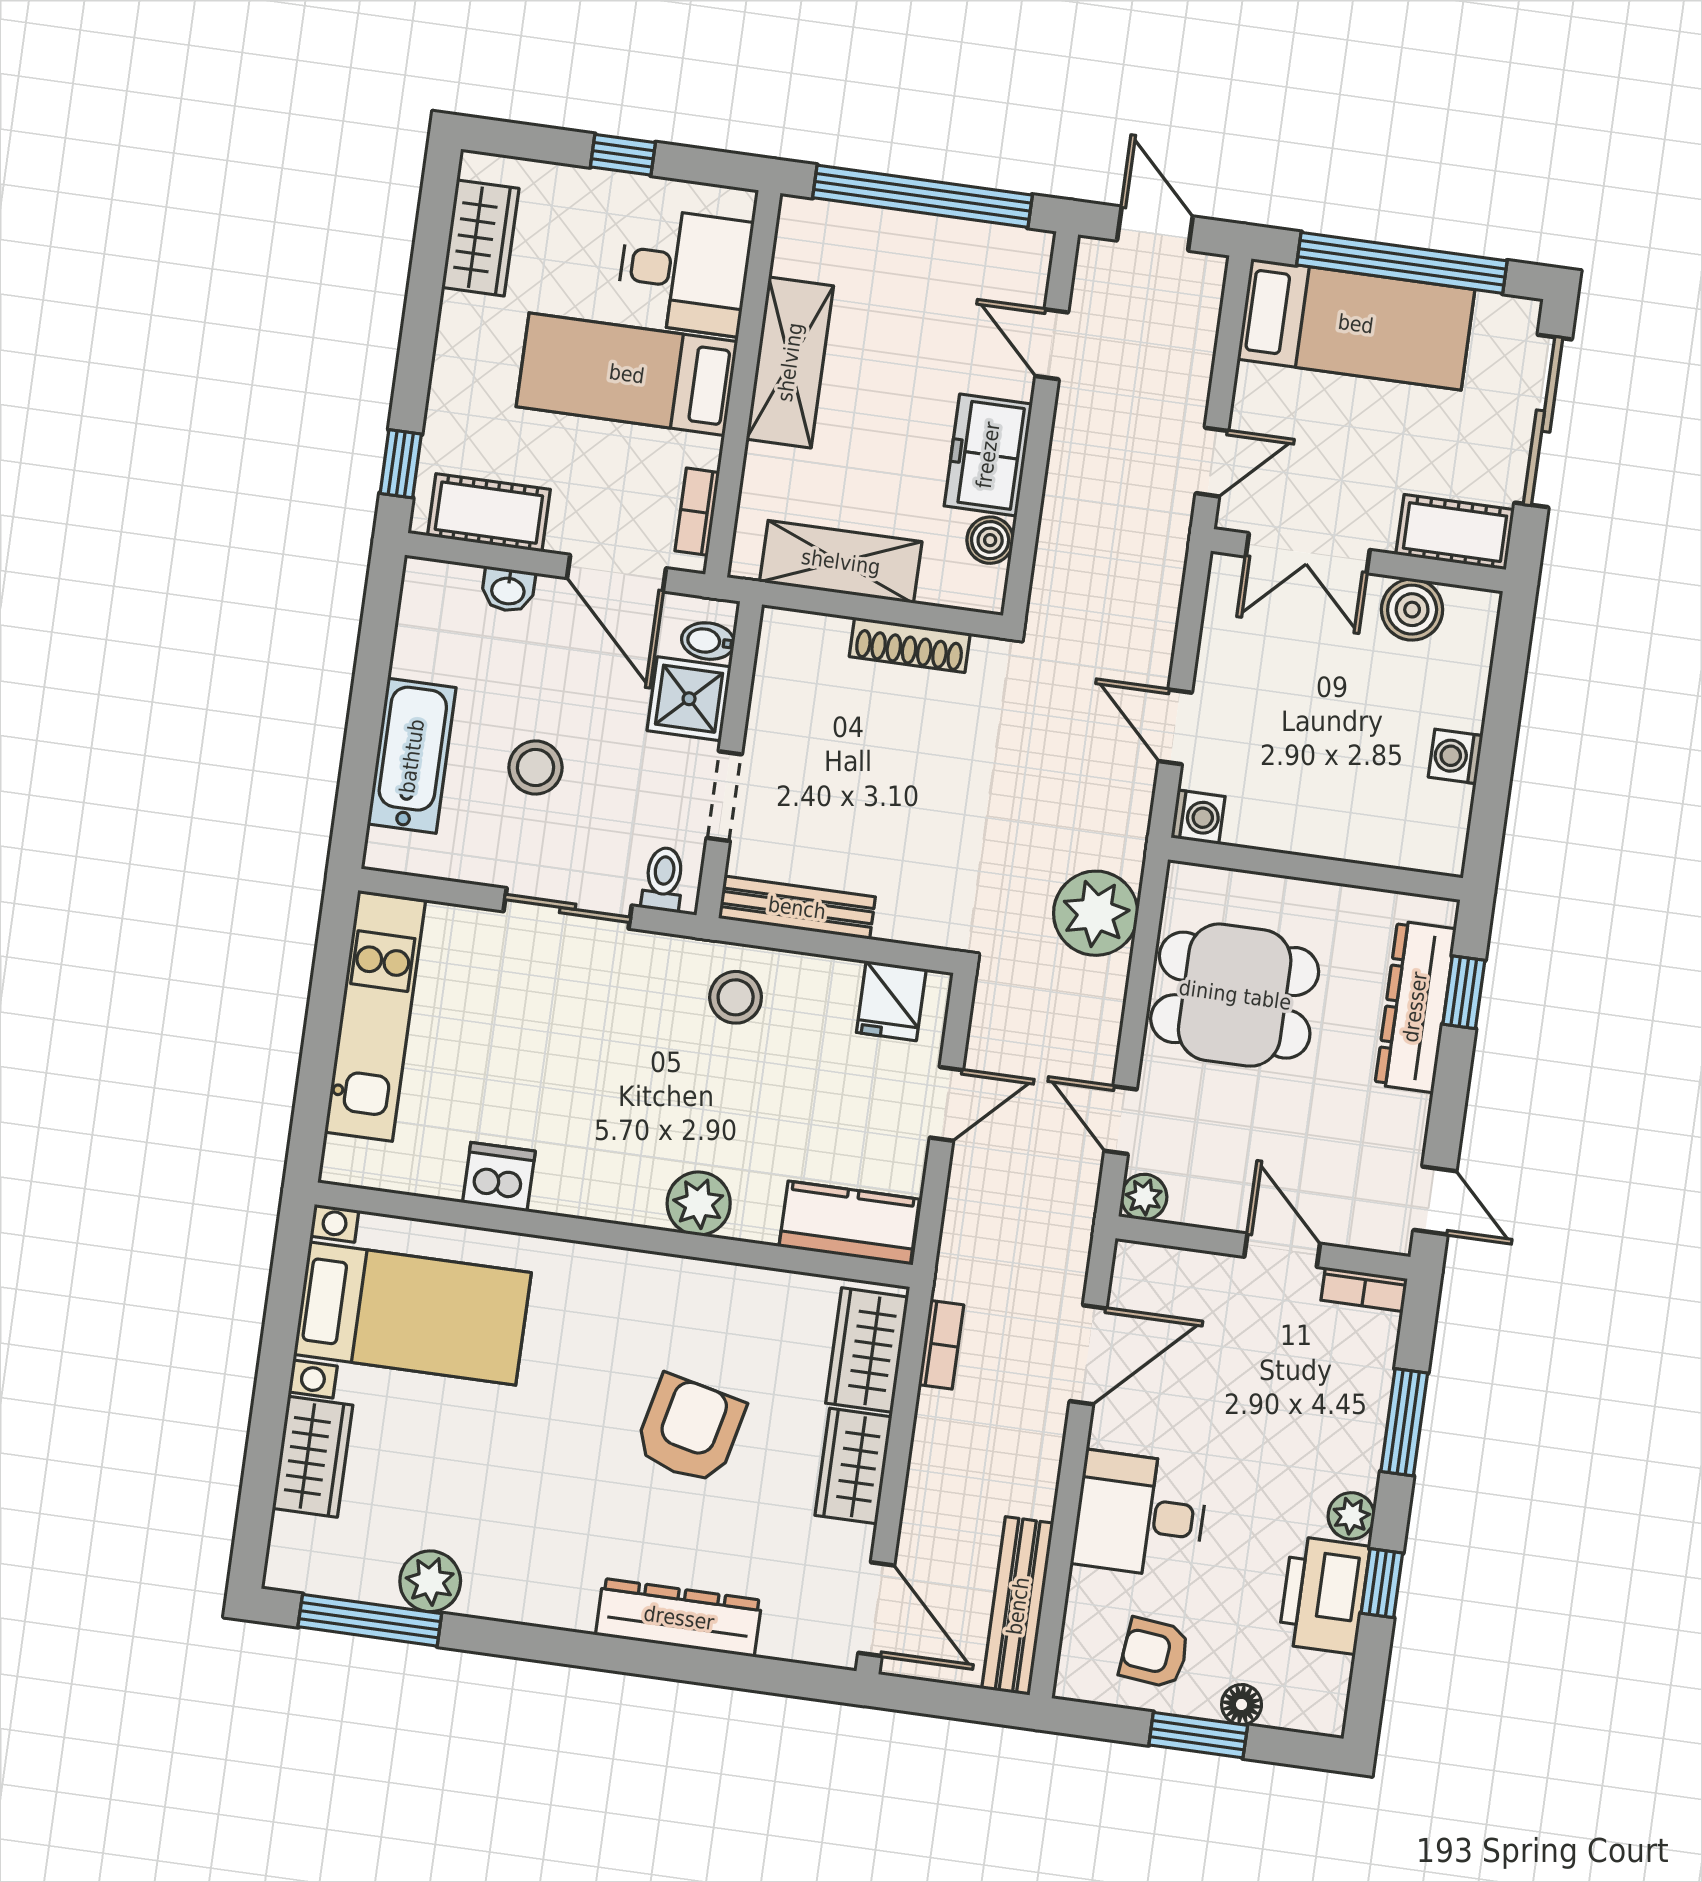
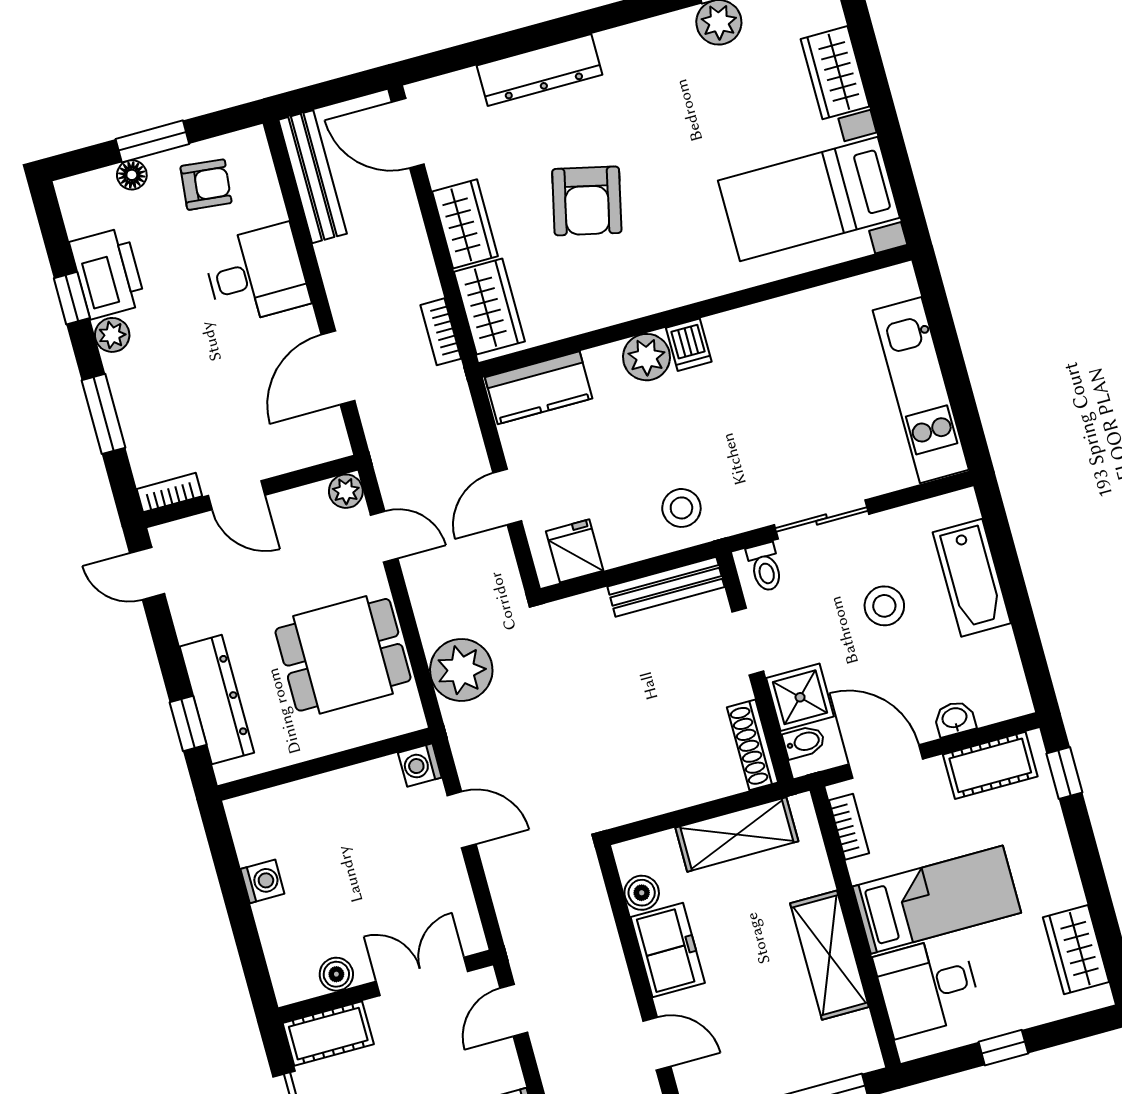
boiler: (1412, 610) -> (336, 974), width x0.73, depth x0.73
shoe rack: (910, 645) -> (752, 745), moved, turned -90
dishwasher: (499, 1177) -> (689, 345), moved, width x0.73

